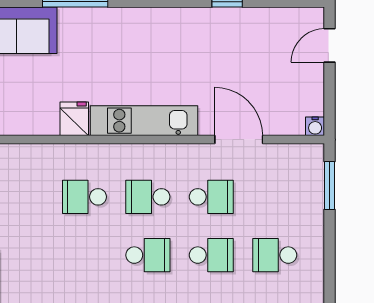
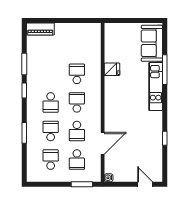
kitchen unit: (144, 121) -> (156, 87), moved, turned 180
school desk: (275, 197) -> (77, 160), added
school desk: (211, 255) -> (51, 131), turned 180

